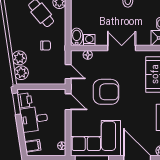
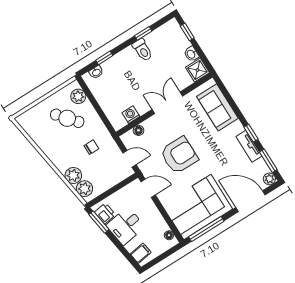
bidet: (77, 37) -> (116, 119), removed

